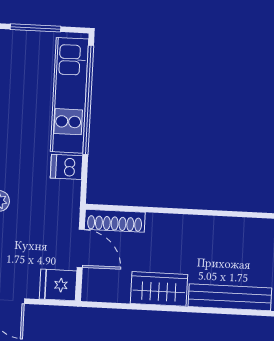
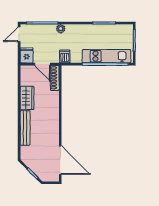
dishwasher: (67, 167) -> (65, 56), moved
door: (81, 248) -> (42, 64), hinge flipped

